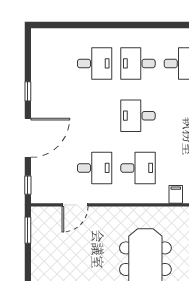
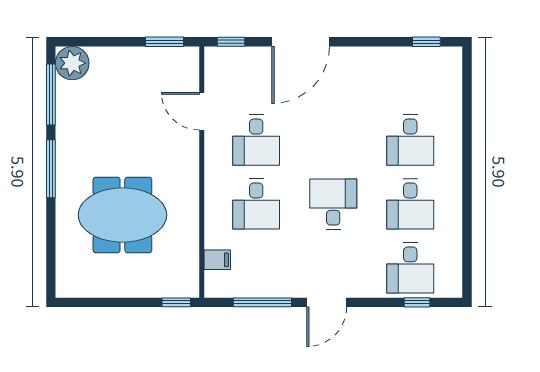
desk: (138, 63) -> (410, 204), turned 180
window: (28, 91) -> (426, 42), moved
door: (28, 138) -> (301, 42), hinge flipped

